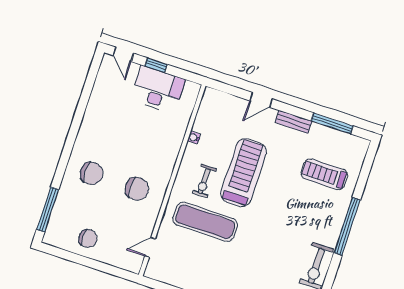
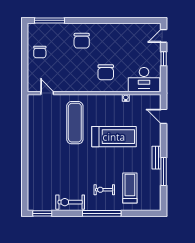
desk: (158, 89) -> (144, 80), moved, turned 90
door: (261, 100) -> (164, 116), moved
window: (332, 123) -> (164, 171), moved
exercise bike: (204, 181) -> (104, 190), moved
chair: (137, 189) -> (106, 72), moved

